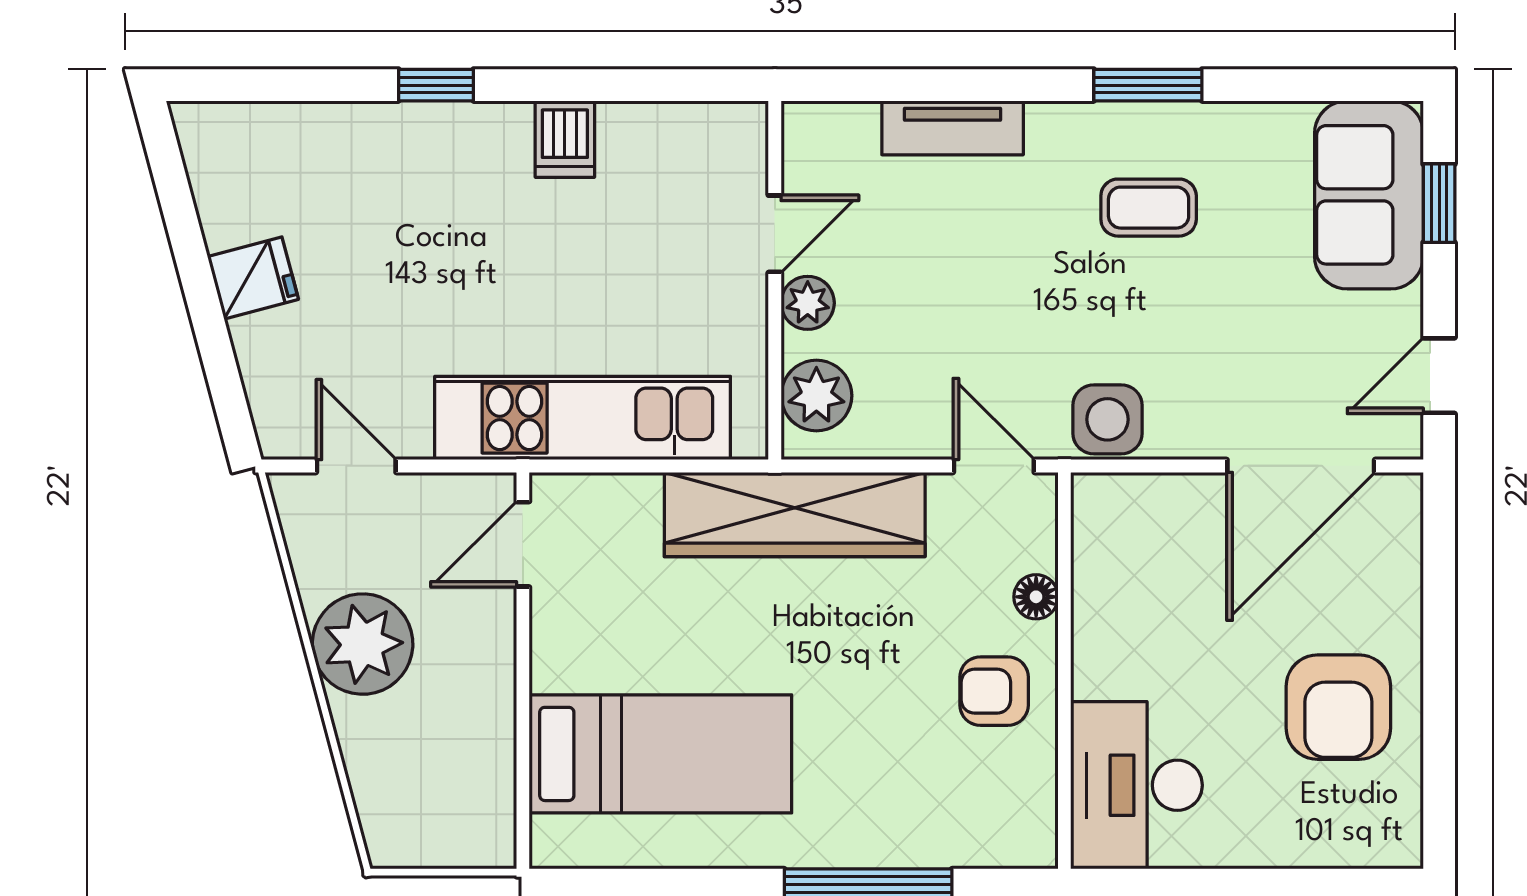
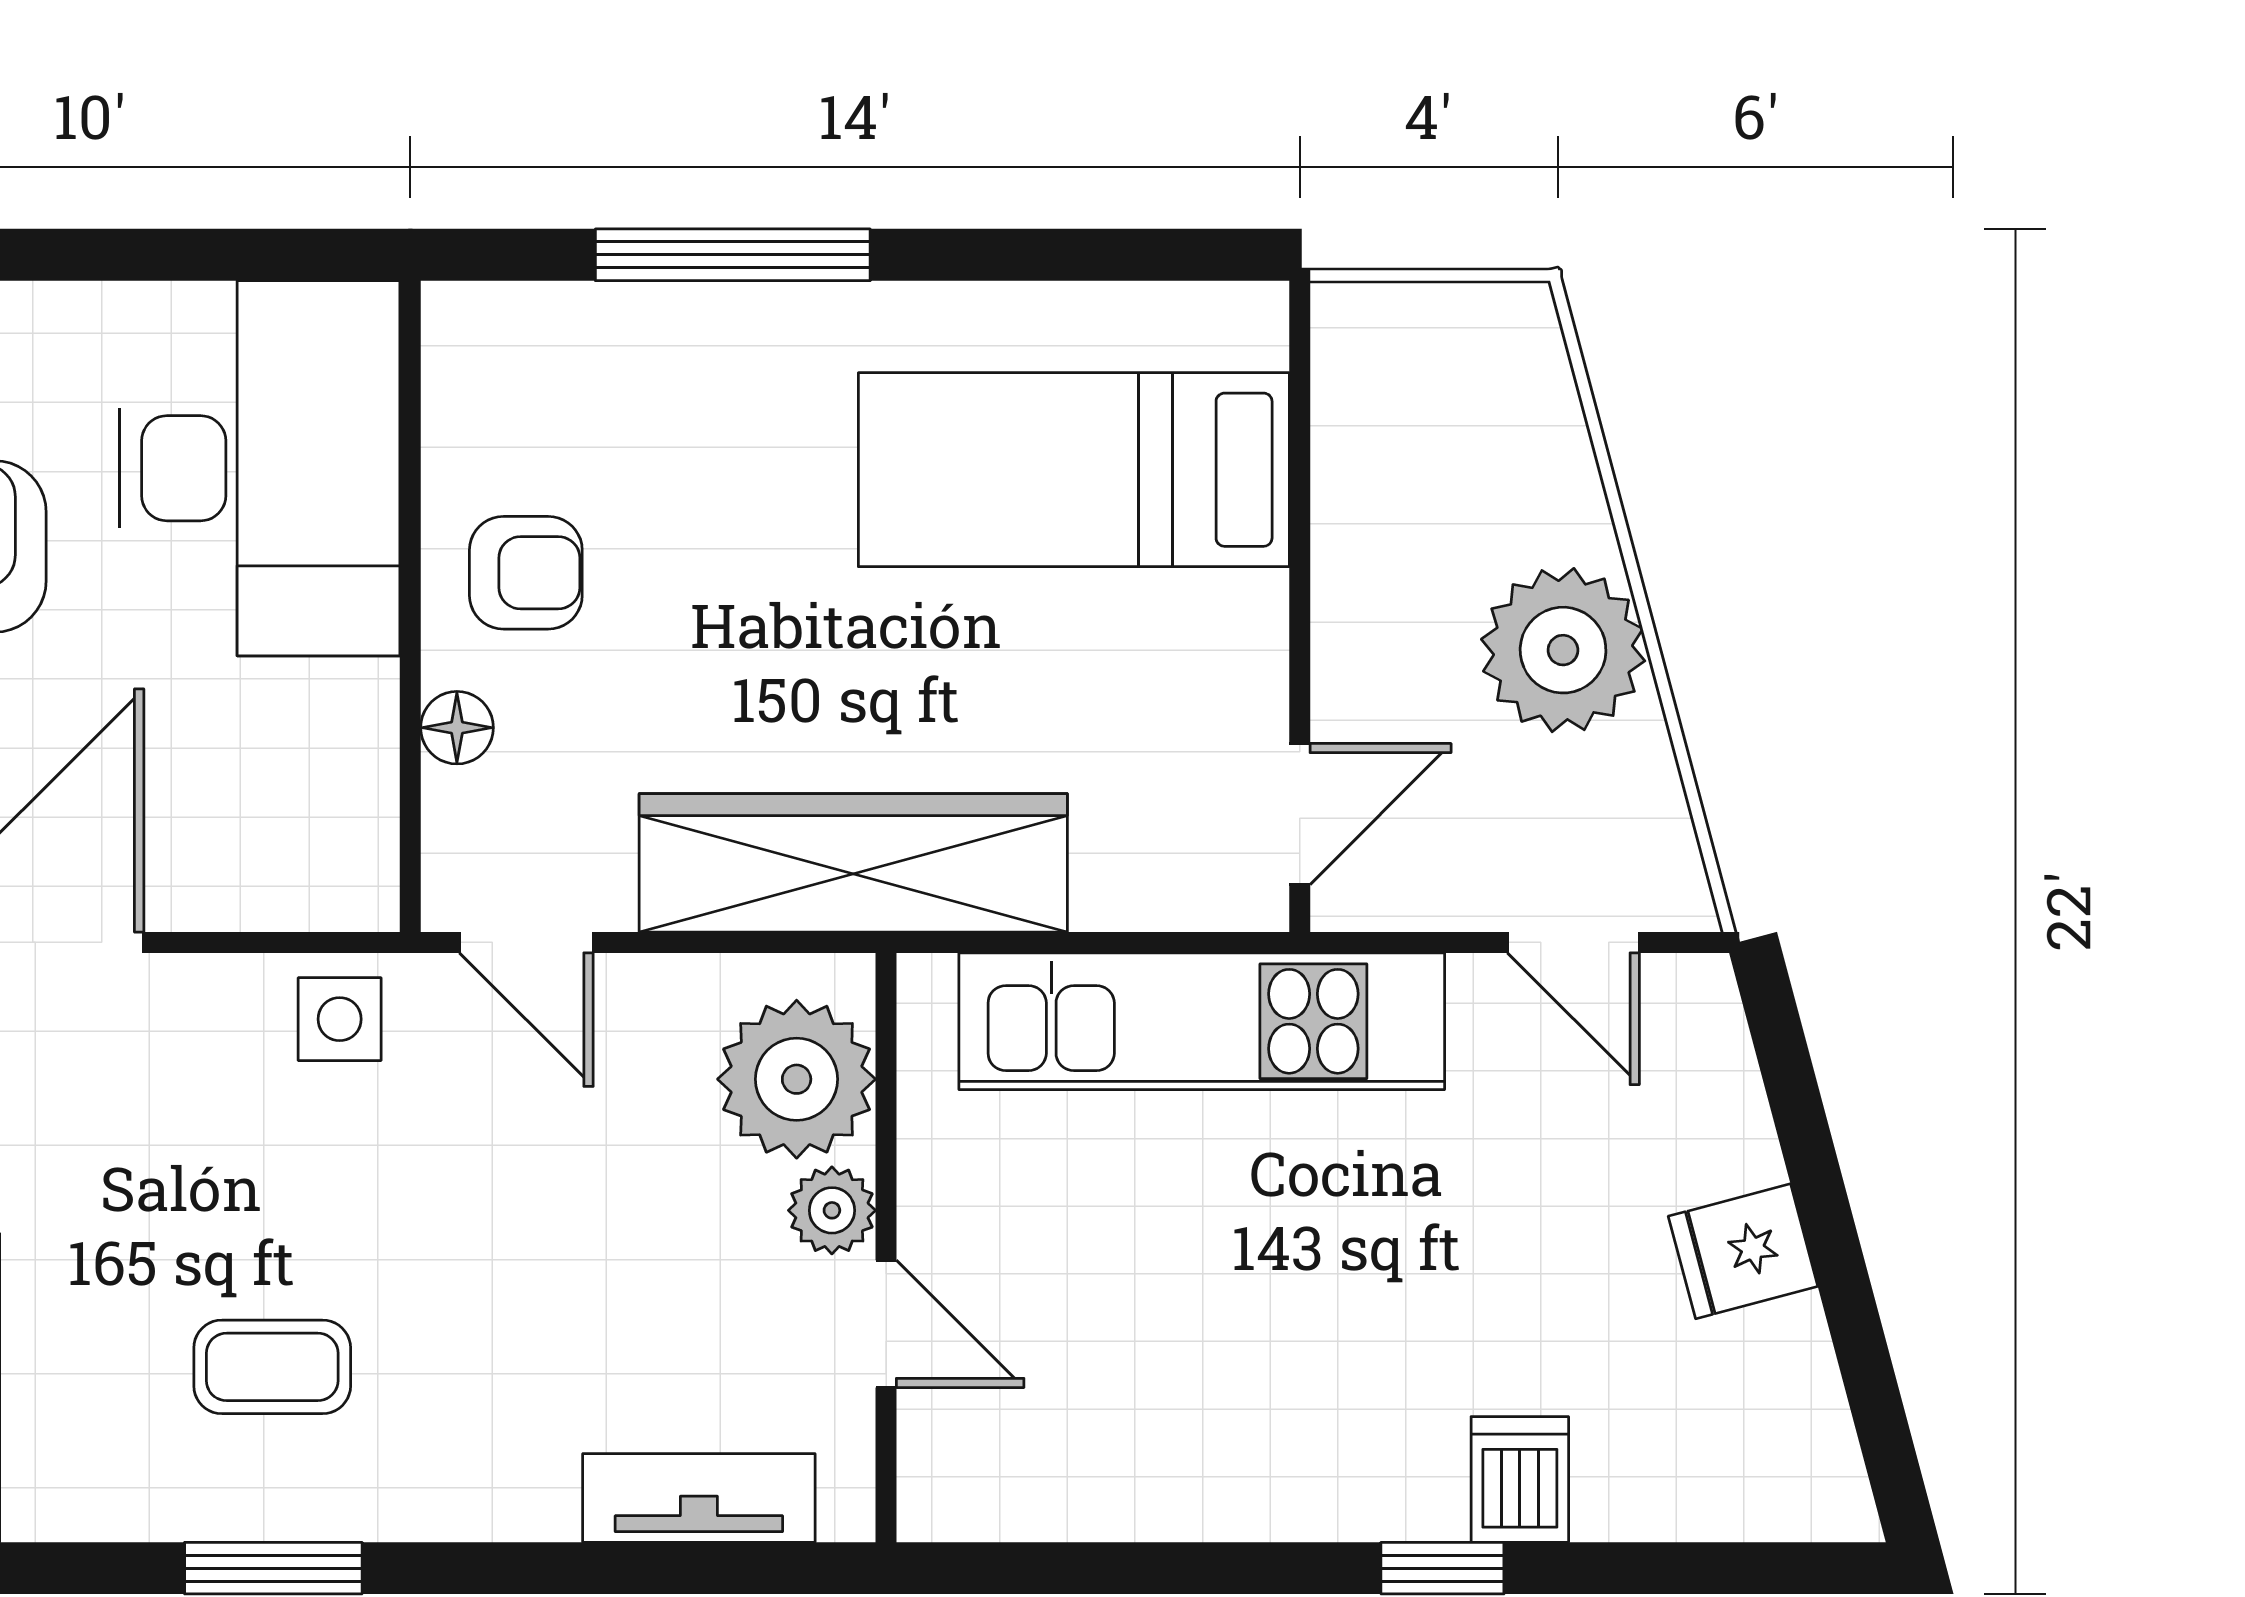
tv unit: (953, 128) -> (699, 1498), moved
dishwasher: (565, 139) -> (1520, 1479), moved
door: (775, 234) -> (886, 1324), swing flipped
plant: (816, 396) -> (797, 1079), width x1.36, depth x1.36
side table: (1108, 419) -> (340, 1019), width x0.73, depth x0.73
desk: (1137, 785) -> (260, 468), width x1.36, depth x1.30

